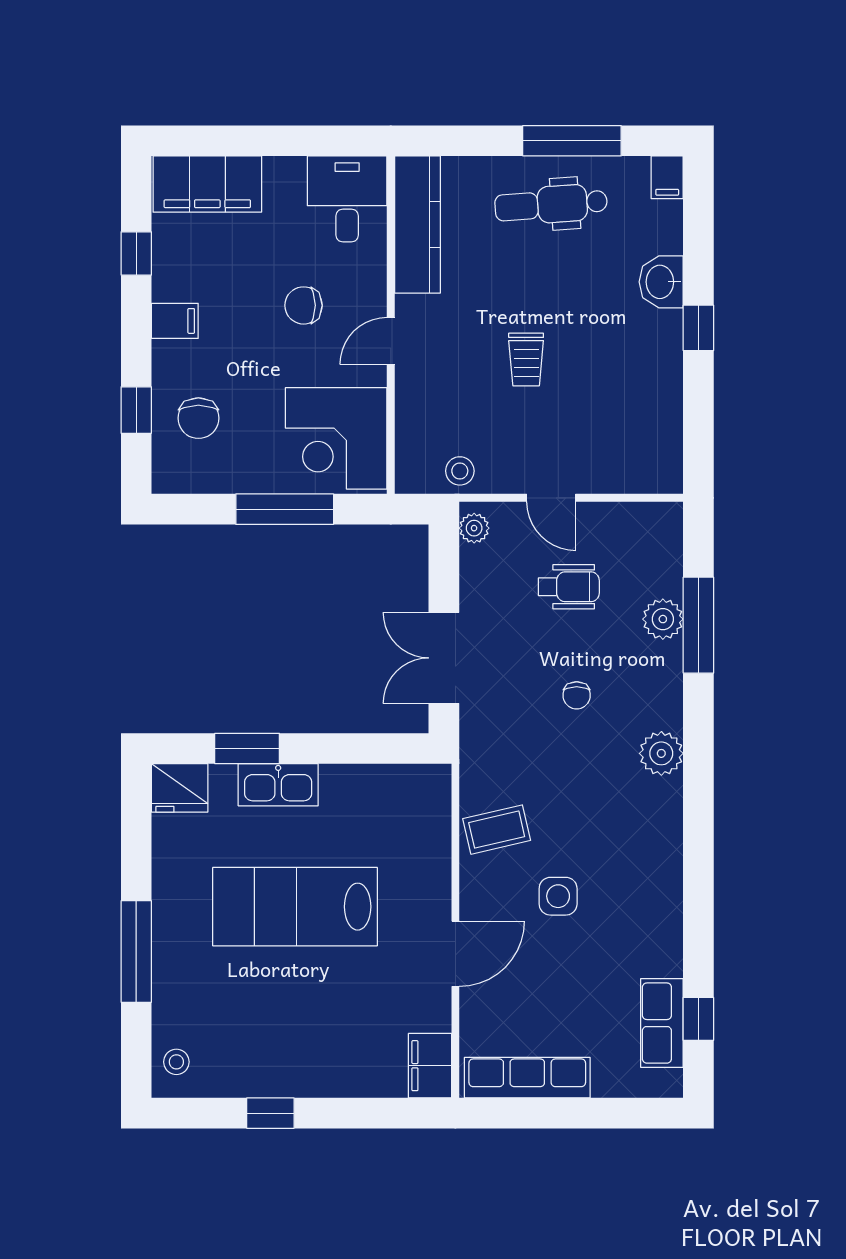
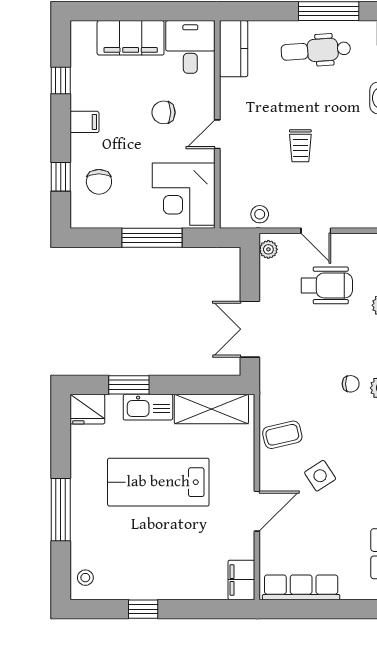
filing cabinet: (207, 184) -> (131, 38), moved
kitchen counter: (417, 225) -> (234, 49), width x0.67
wheelchair: (569, 587) -> (327, 285), width x1.36, depth x1.37
chair: (577, 695) -> (351, 384), moved, turned -90
shelving: (381, 788) -> (211, 409), added
side table: (558, 896) -> (320, 476), turned -33

